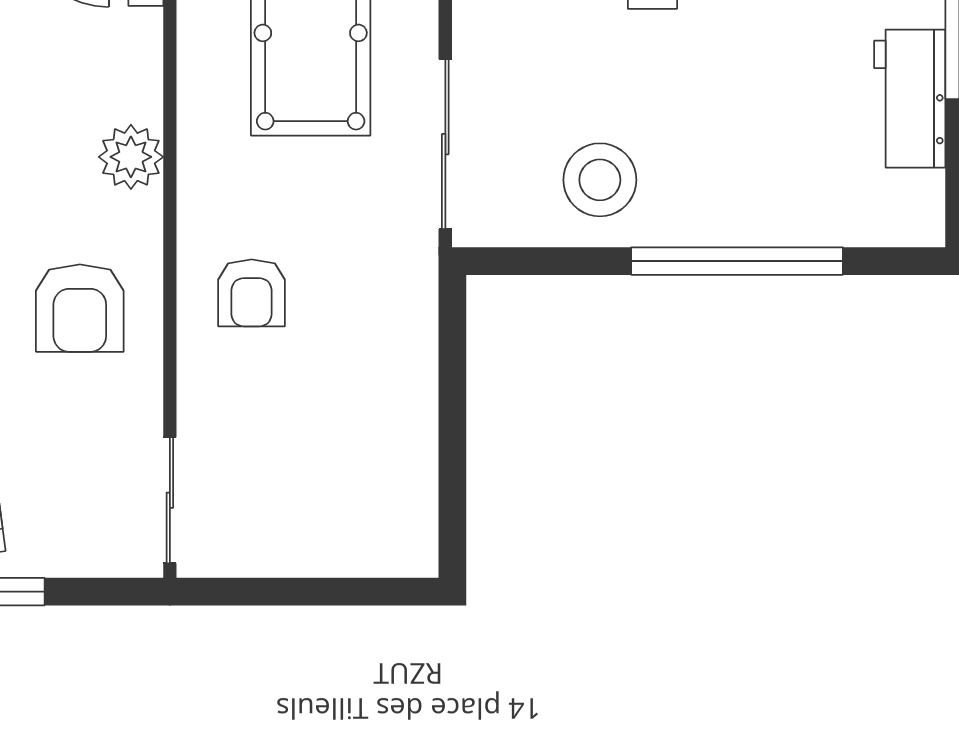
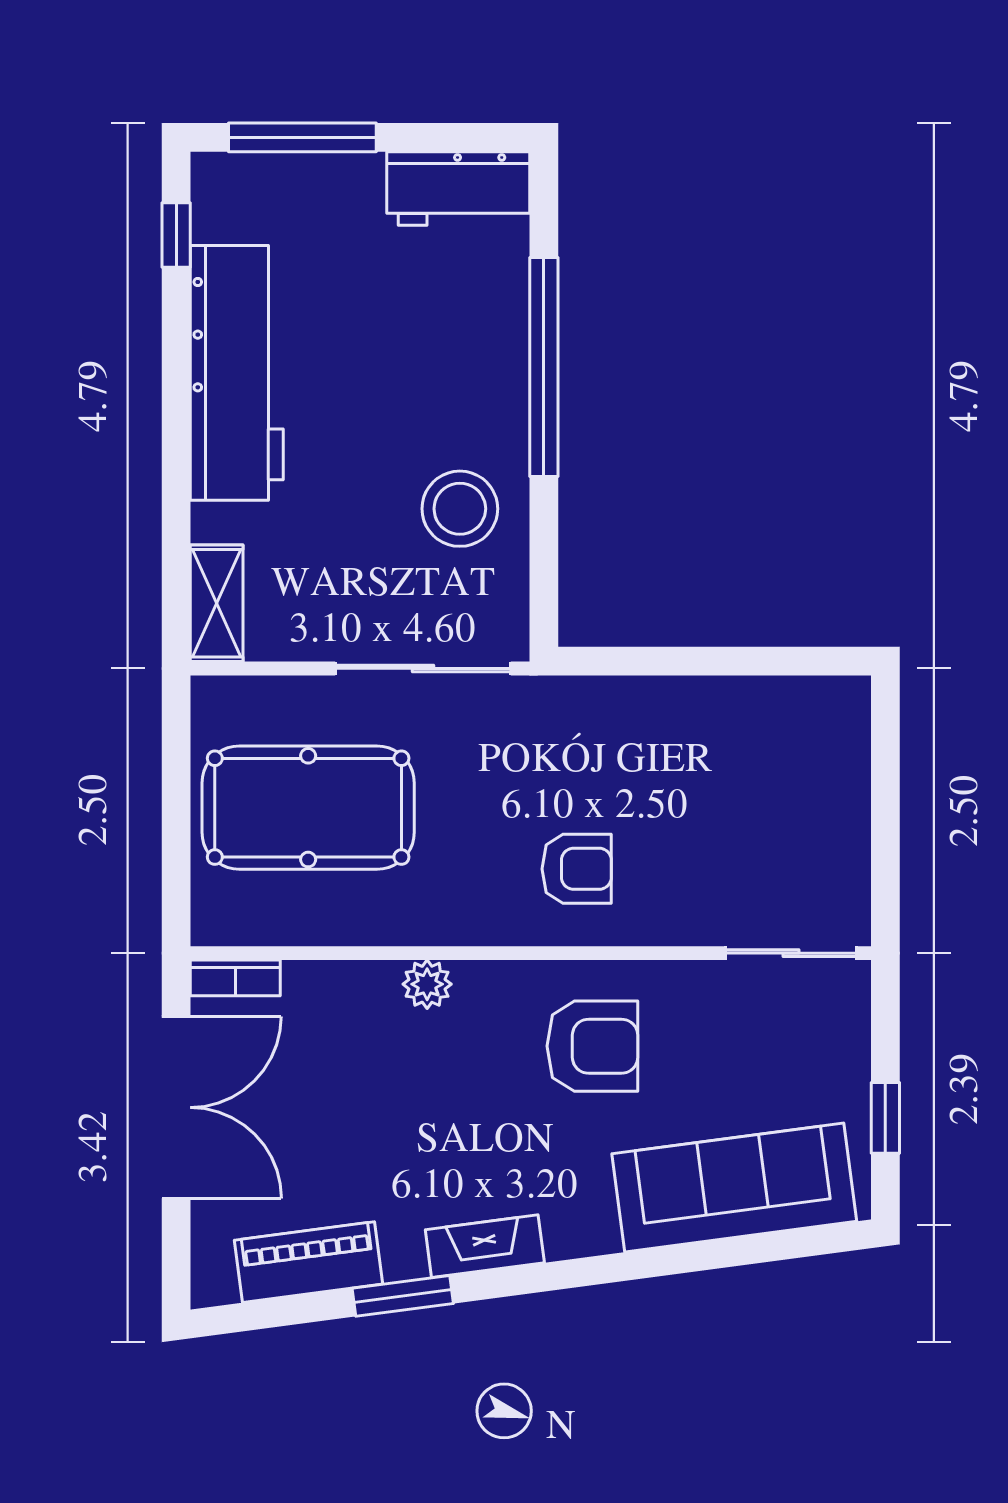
workbench: (910, 99) -> (458, 188), moved
plant: (131, 157) -> (427, 984), width x0.73, depth x0.73

